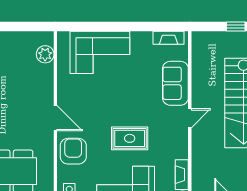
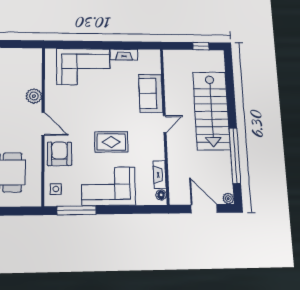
fireplace: (169, 38) -> (124, 55), moved
plant: (45, 54) -> (34, 96), moved

